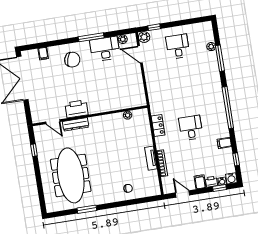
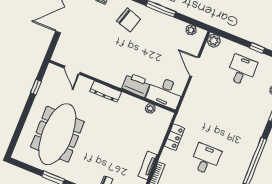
window: (154, 27) -> (257, 48), moved
desk: (105, 49) -> (165, 92), moved, turned 180
door: (140, 54) -> (195, 67), moved
printer: (76, 109) -> (136, 85), moved
dresser: (76, 124) -> (106, 91), moved

